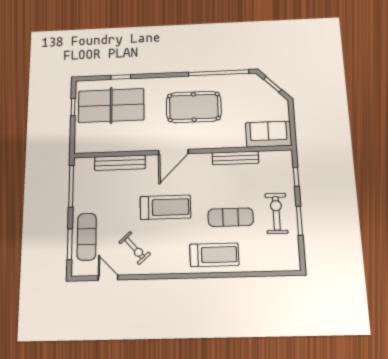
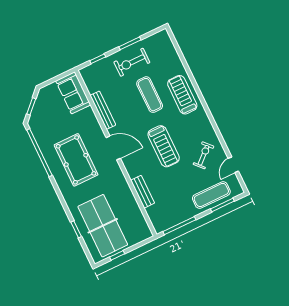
door: (173, 152) -> (113, 148), moved
bench: (120, 163) -> (143, 192), width x0.73
treadmill: (165, 207) -> (164, 146), turned 180

